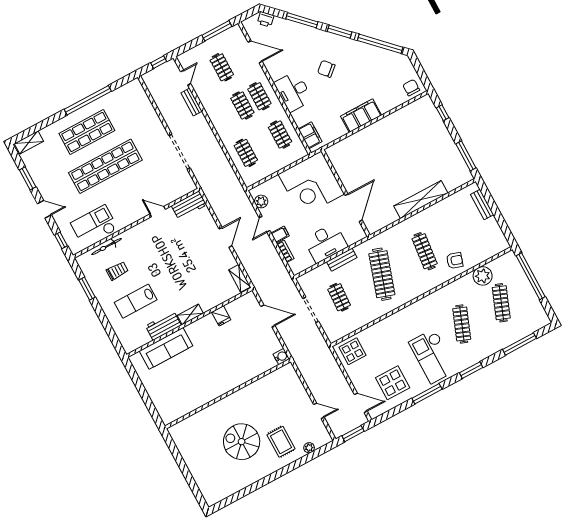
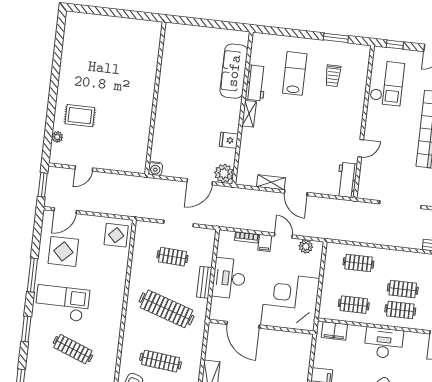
bicycle: (106, 247) -> (361, 81), removed
shelving: (240, 278) -> (271, 182), moved
plant: (249, 302) -> (224, 173), added
spiral stairs: (242, 442) -> (104, 81), removed

